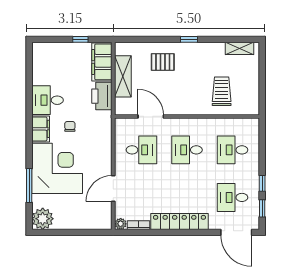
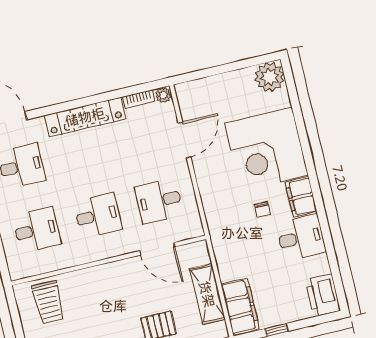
trolley: (222, 91) -> (48, 302), moved
printer: (102, 96) -> (323, 295), moved, turned 180
window: (29, 186) -> (298, 117), removed

